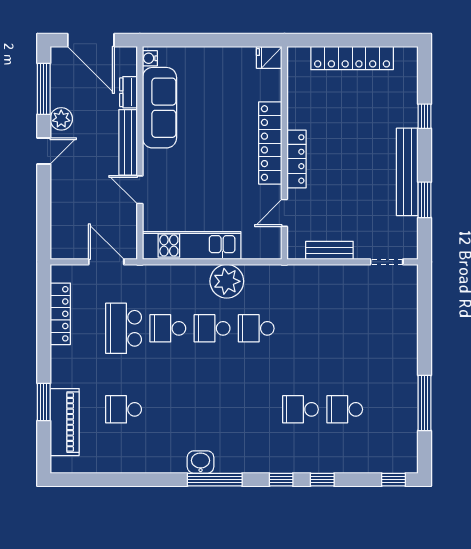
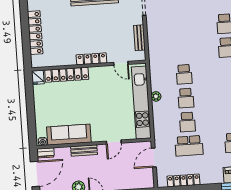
dresser: (128, 92) -> (45, 153), moved
bench: (128, 142) -> (84, 150), width x0.73
locker: (270, 143) -> (67, 75), moved
kitchen unit: (192, 246) -> (141, 103), width x1.36
plant: (227, 281) -> (156, 96), width x0.53, depth x0.53

